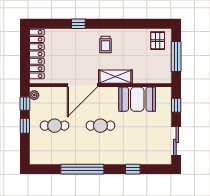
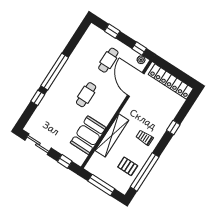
window: (138, 24) -> (145, 172), added
pallet: (158, 41) -> (128, 166), moved
shelving: (115, 77) -> (112, 135), width x1.47
door: (82, 85) -> (136, 84), moved
window: (25, 126) -> (112, 31), moved
window: (82, 169) -> (55, 72), moved

